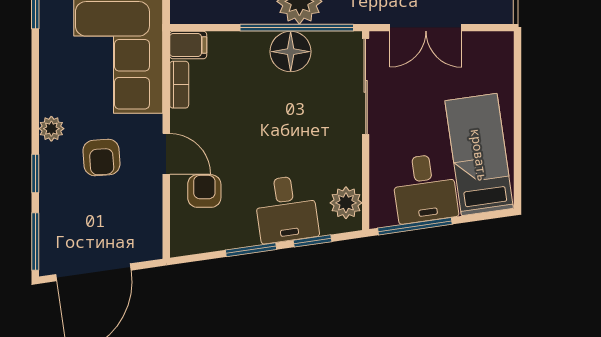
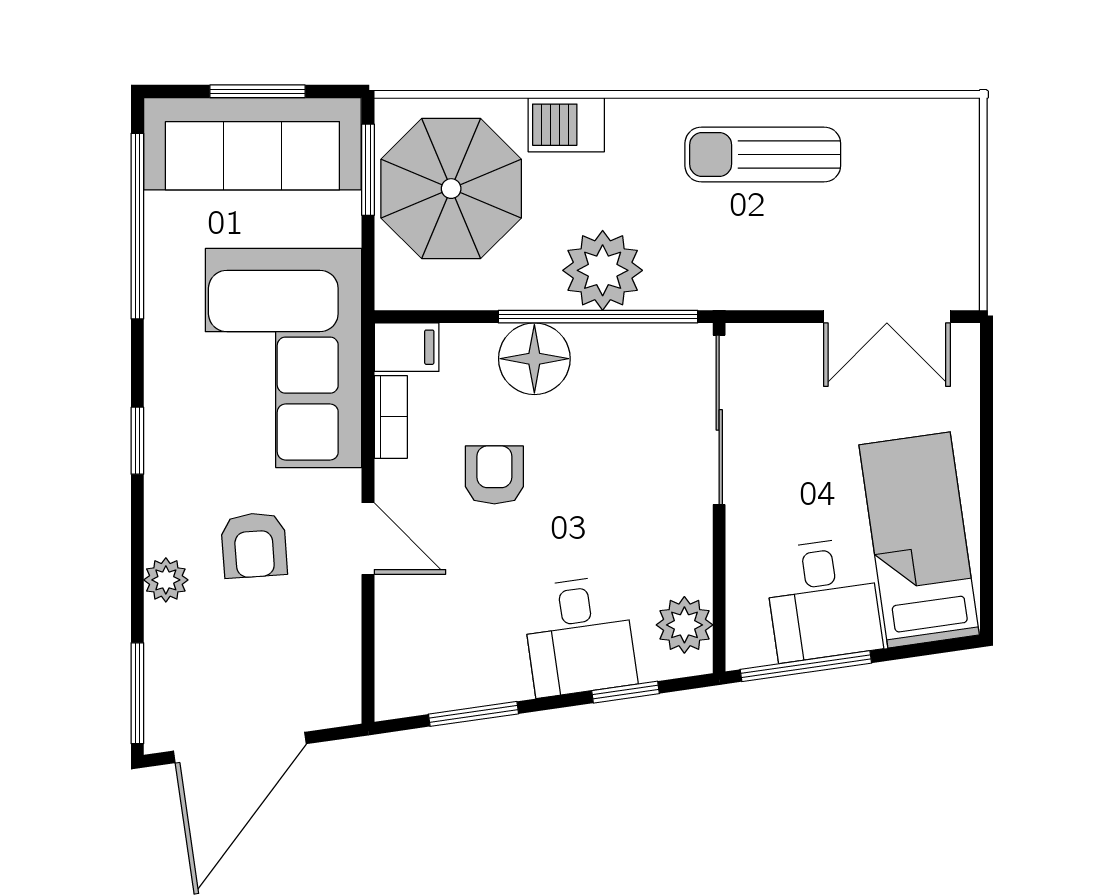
double door: (426, 28) -> (887, 317), moved
floor lamp: (291, 52) -> (534, 359), moved
plant: (51, 129) -> (166, 580), moved
window: (35, 173) -> (137, 441), moved
armchair: (204, 191) -> (494, 475), moved
window: (251, 250) -> (473, 714), moved

